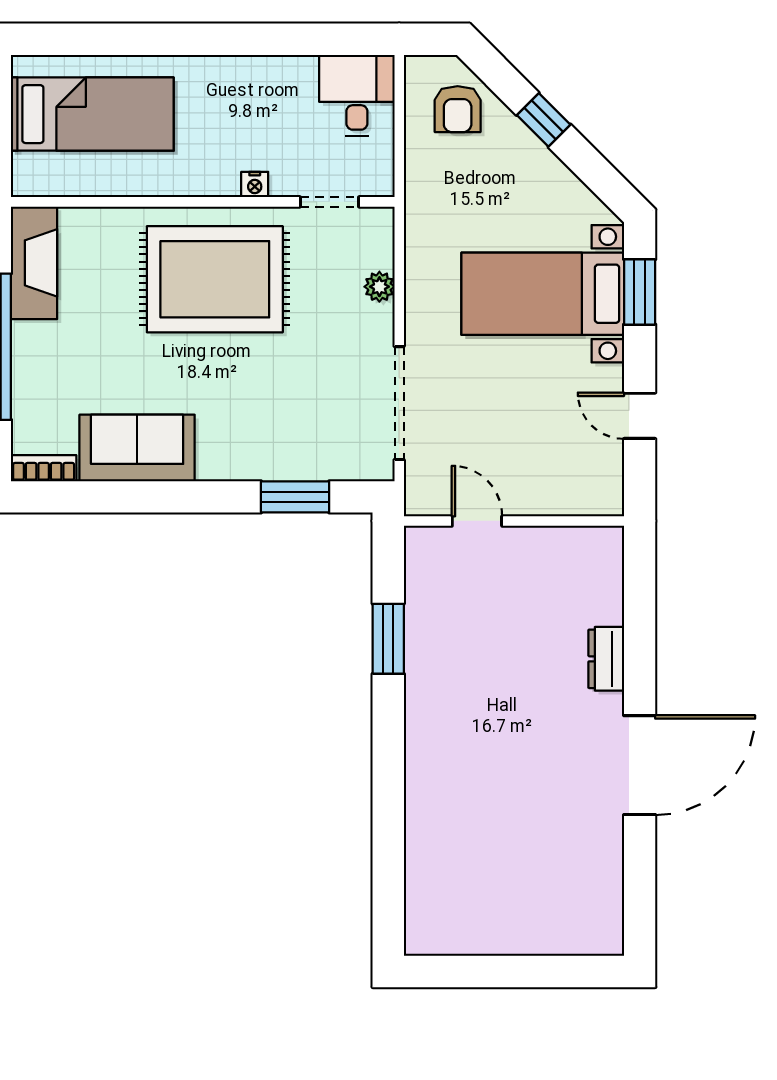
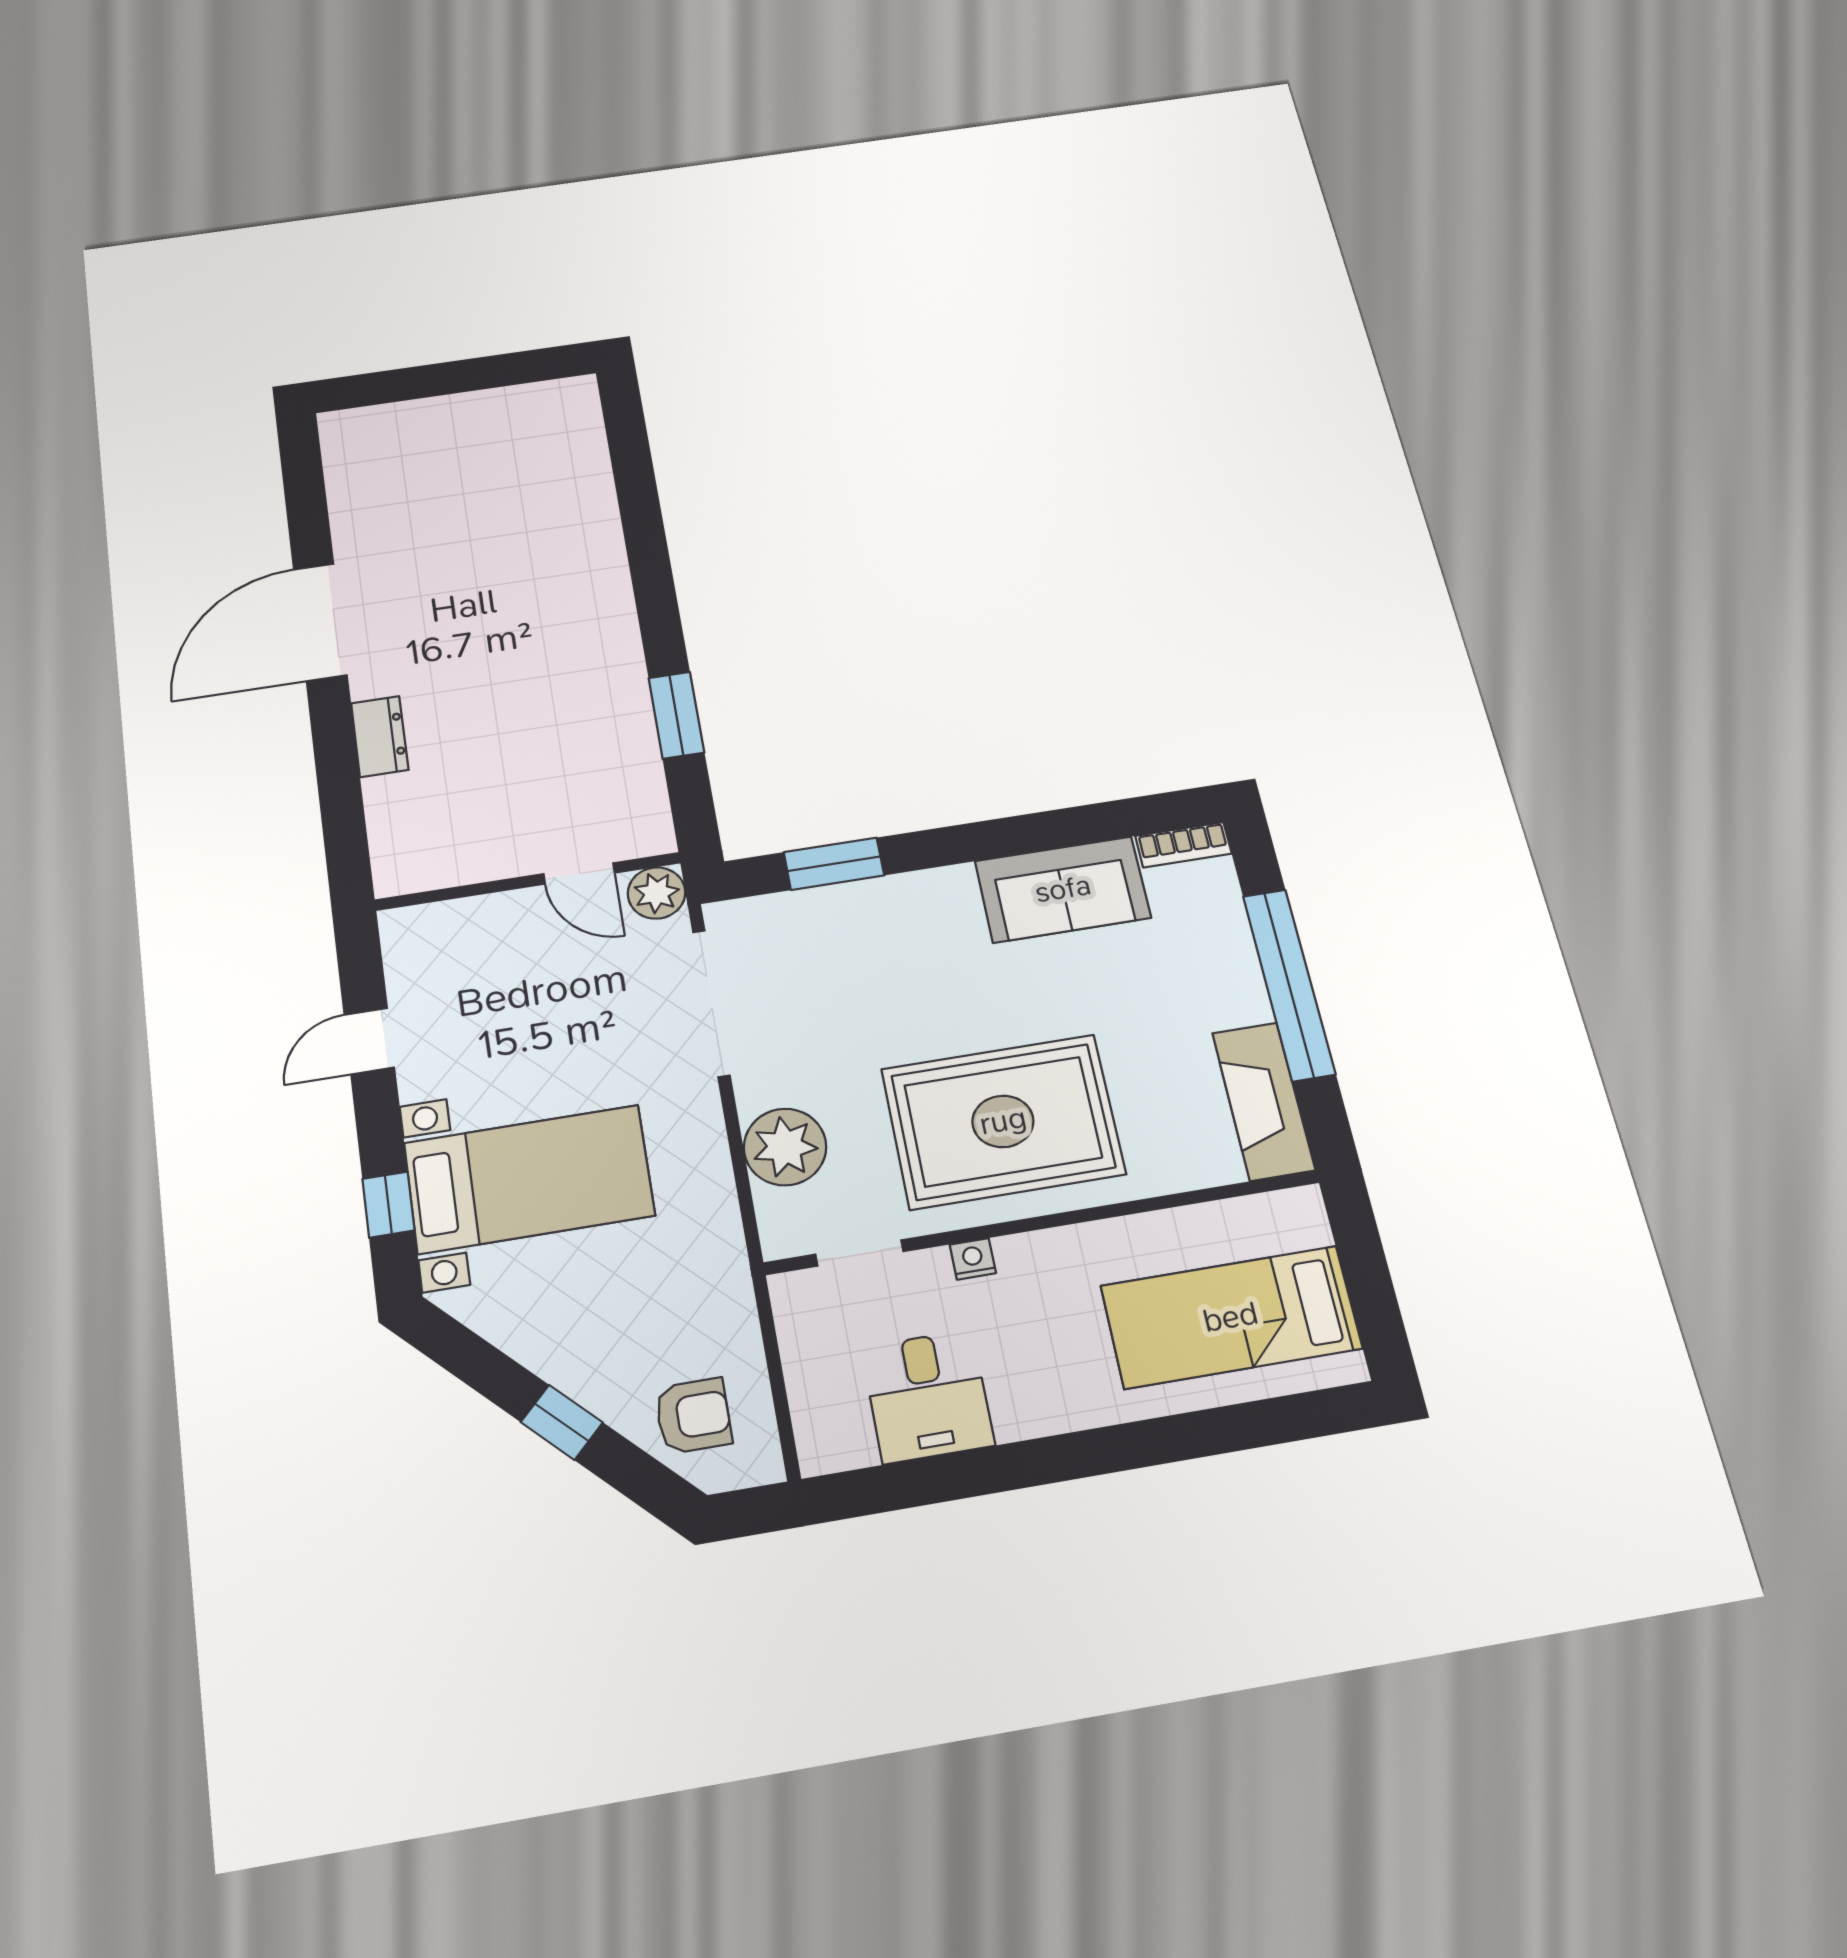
desk: (357, 95) -> (928, 1396), moved
armchair: (458, 109) -> (693, 1416), turned 90
plant: (379, 287) -> (785, 1147), width x1.88, depth x1.88
window: (640, 292) -> (388, 1205), width x0.67
door: (640, 416) -> (369, 1041), swing flipped
plant: (424, 496) -> (656, 893), added

